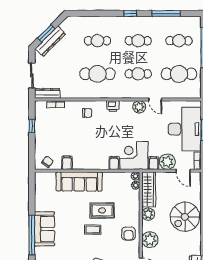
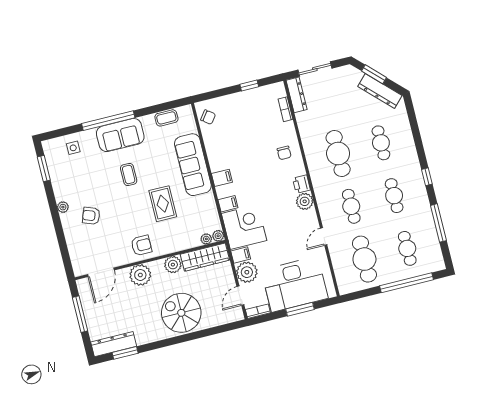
dresser: (50, 41) -> (380, 91), moved
plant: (139, 107) -> (305, 201), moved
filing cabinet: (67, 163) -> (222, 178), moved
coffee table: (40, 192) -> (166, 118), added
coffee table: (93, 230) -> (129, 175), moved
armchair: (129, 234) -> (141, 245), turned 180

